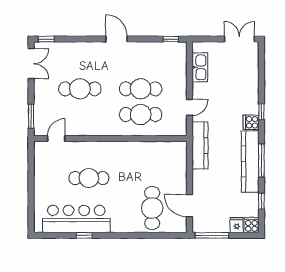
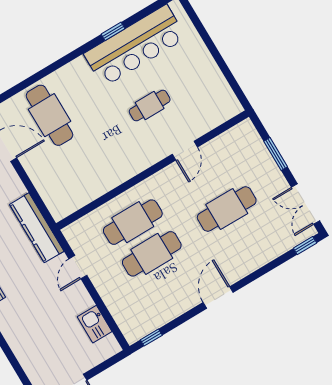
door: (117, 39) -> (218, 297), swing flipped
kitchen sink: (200, 67) -> (95, 324), width x0.73
window: (31, 116) -> (276, 154), moved
door: (56, 139) -> (185, 151), moved
cafe table: (89, 178) -> (150, 106), width x0.73, depth x0.74

